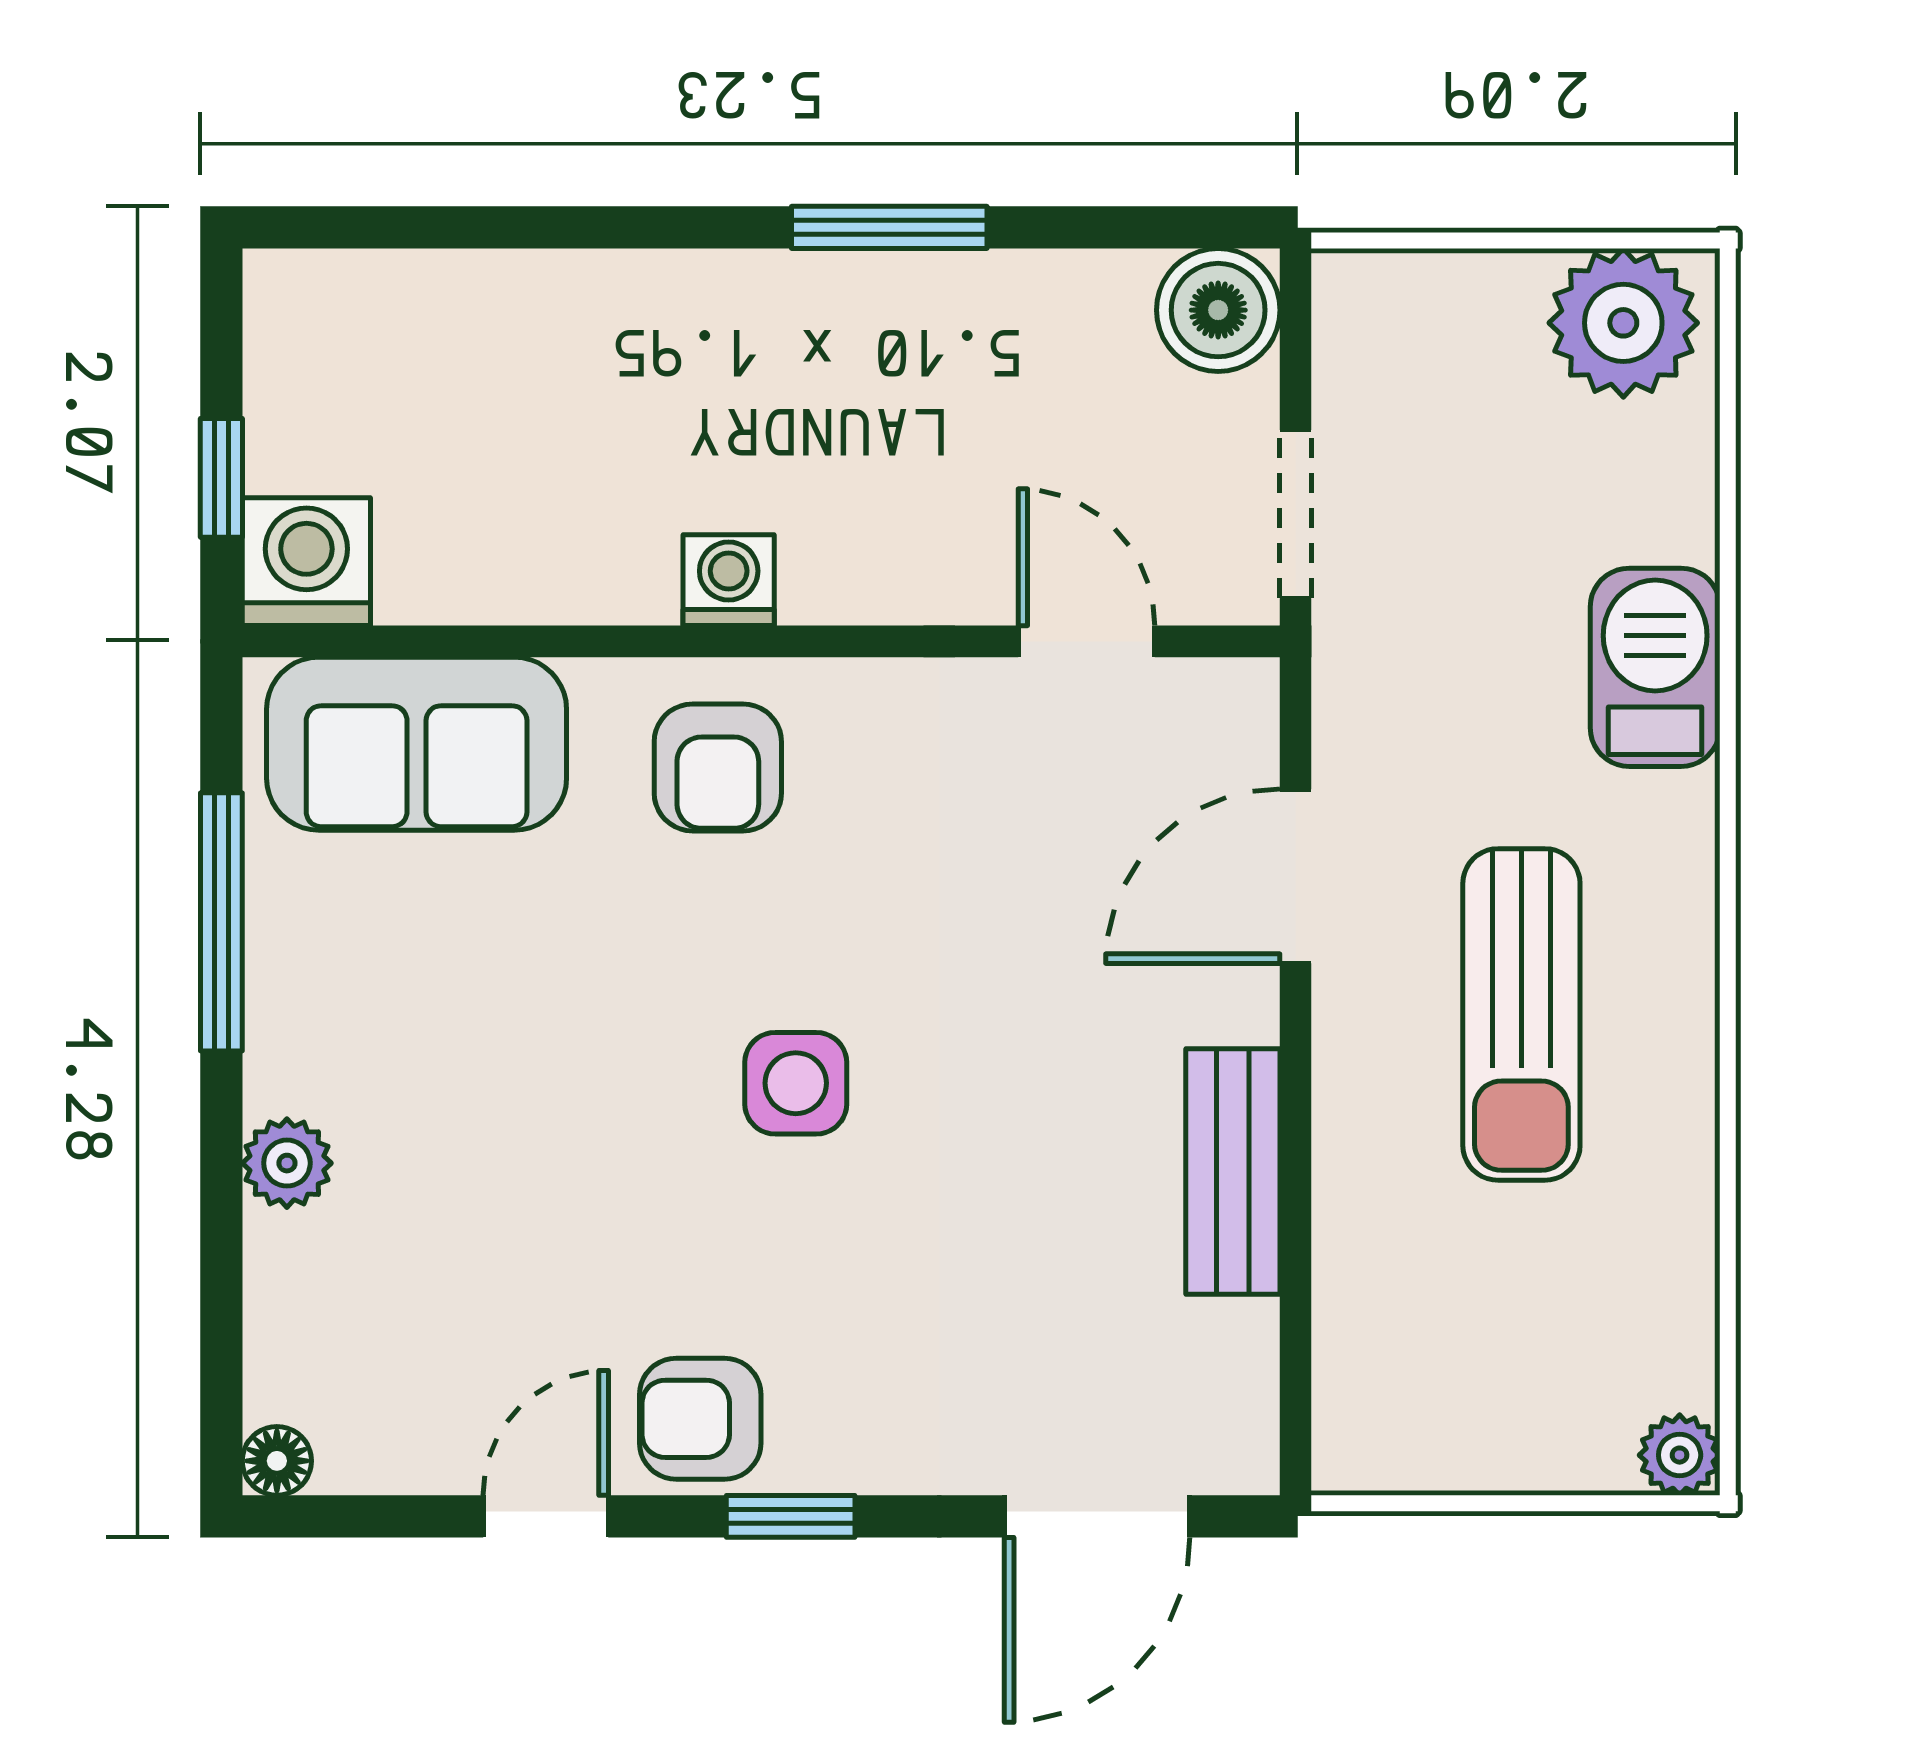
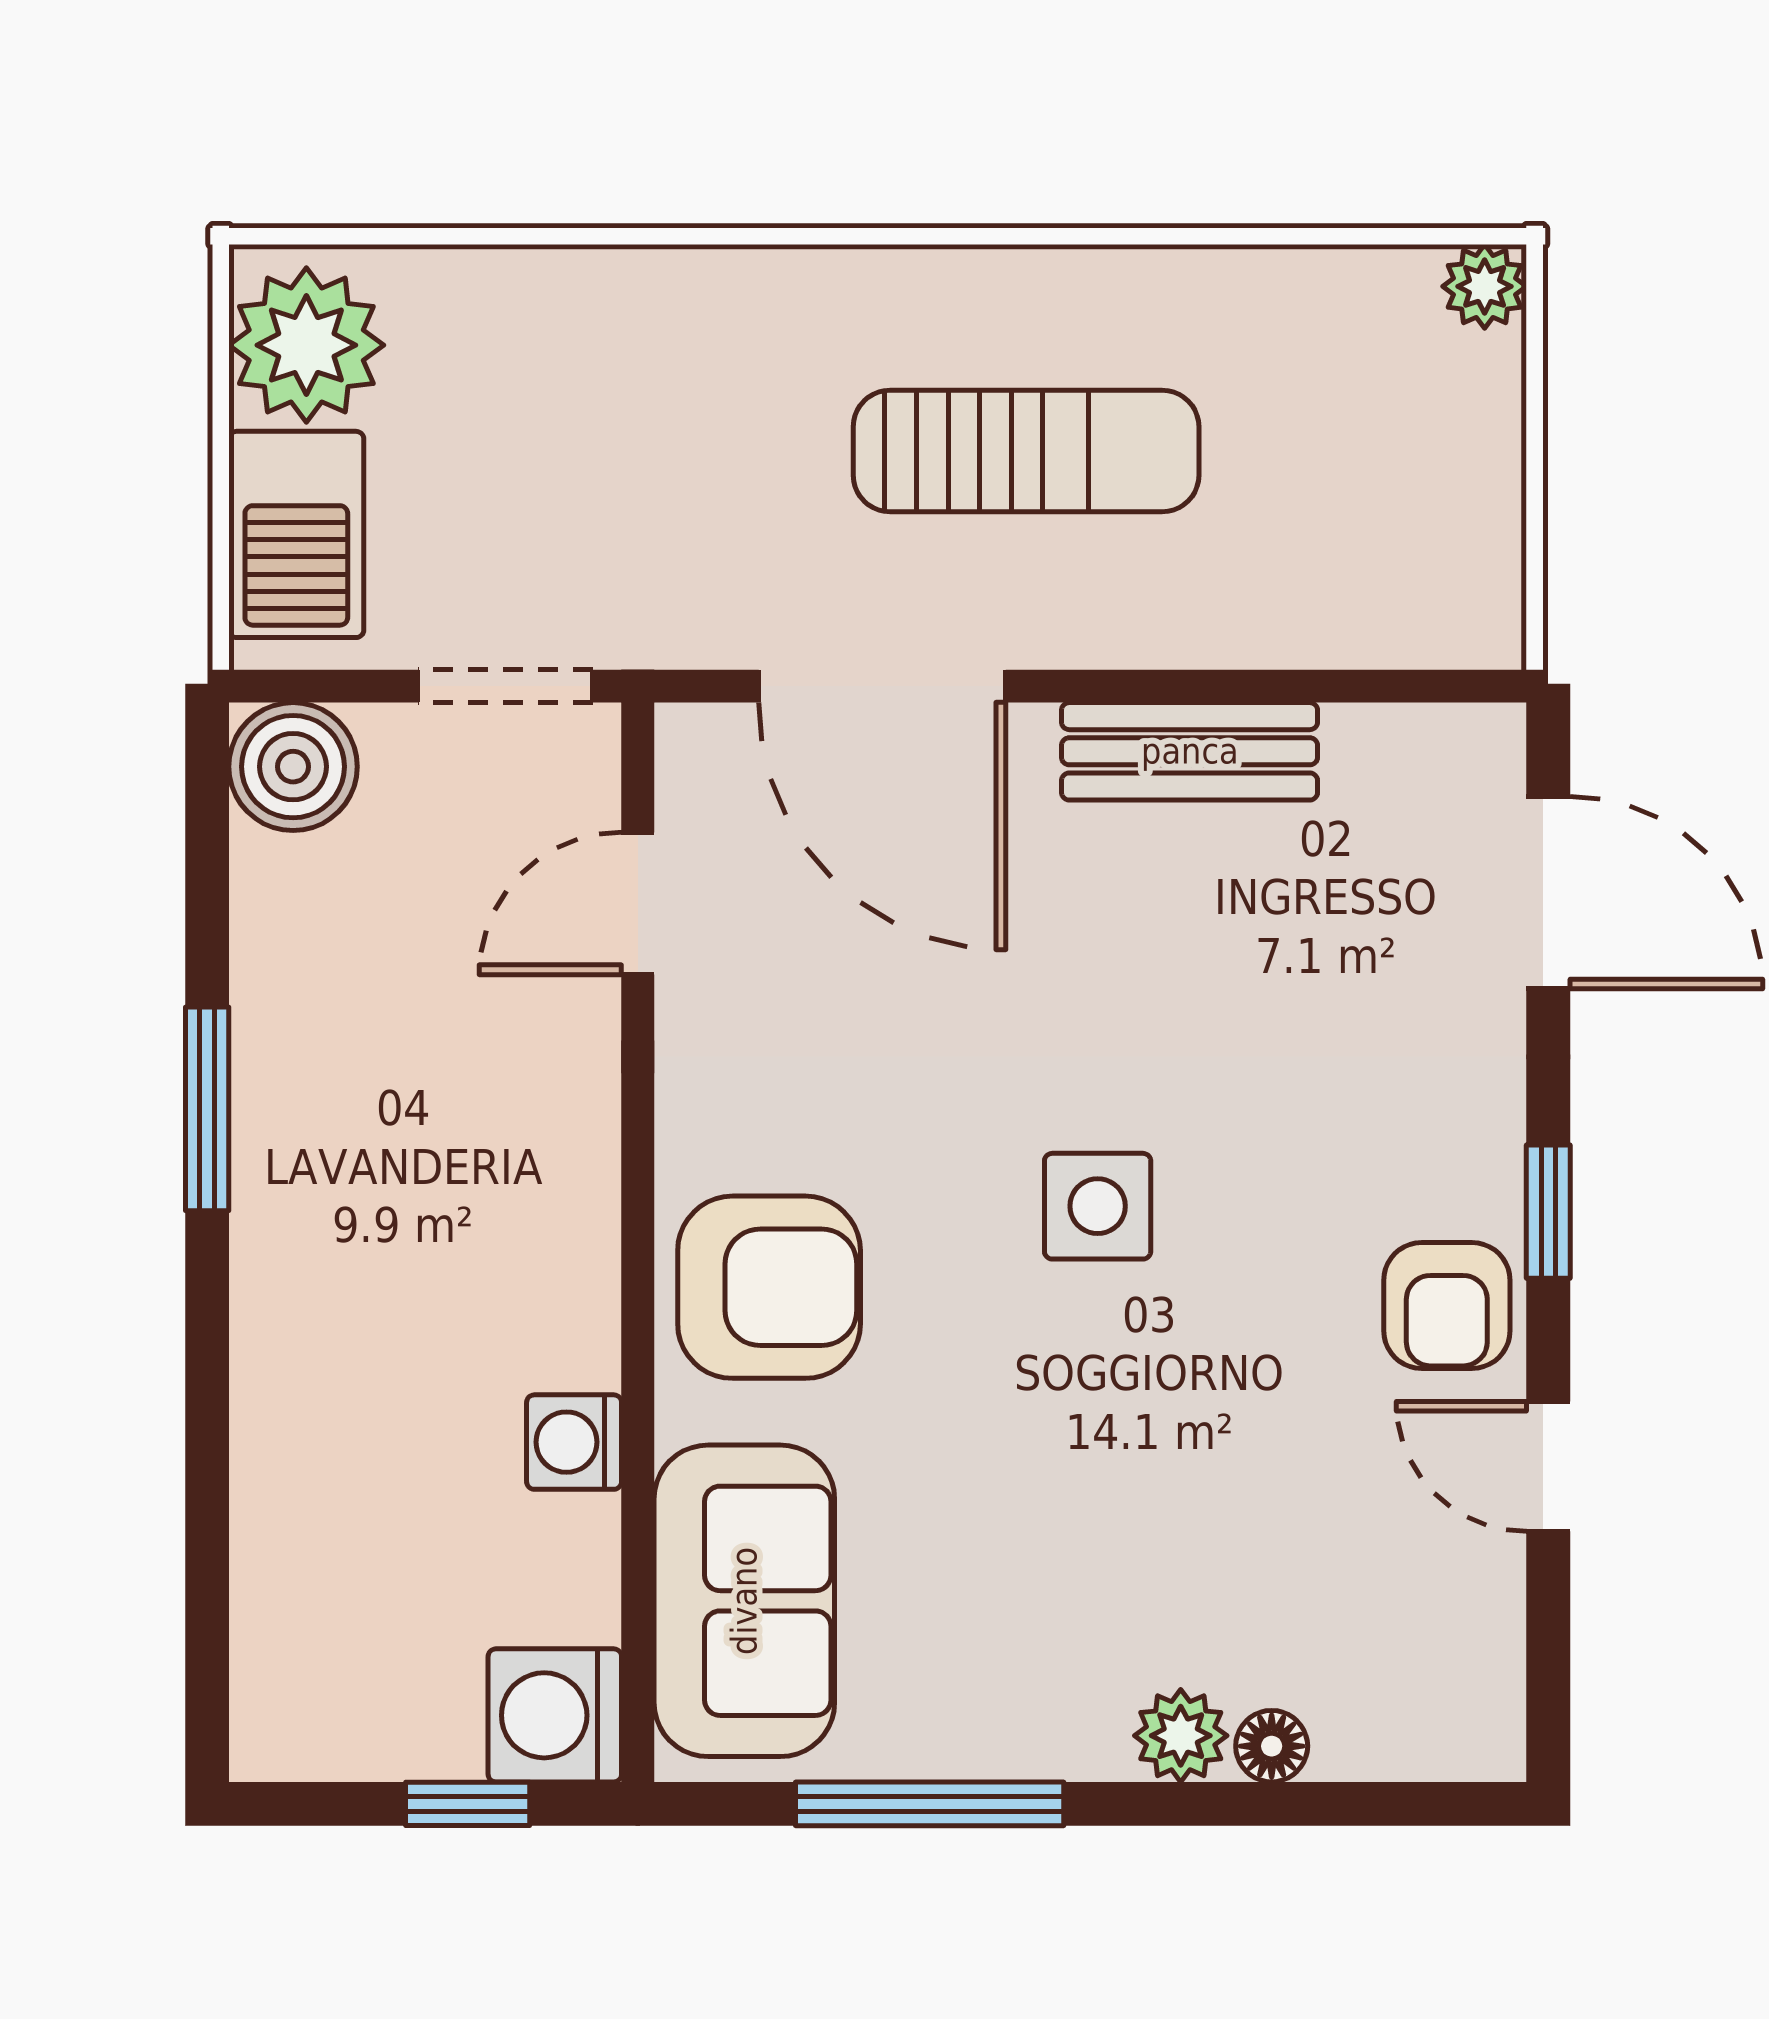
washing machine: (729, 580) -> (574, 1442), moved
barbecue: (1655, 667) -> (296, 534), moved, turned -90
armchair: (718, 767) -> (769, 1287), width x1.38, depth x1.38
door: (1295, 876) -> (882, 686), width x1.36
floor lamp: (277, 1461) -> (1272, 1746), moved

